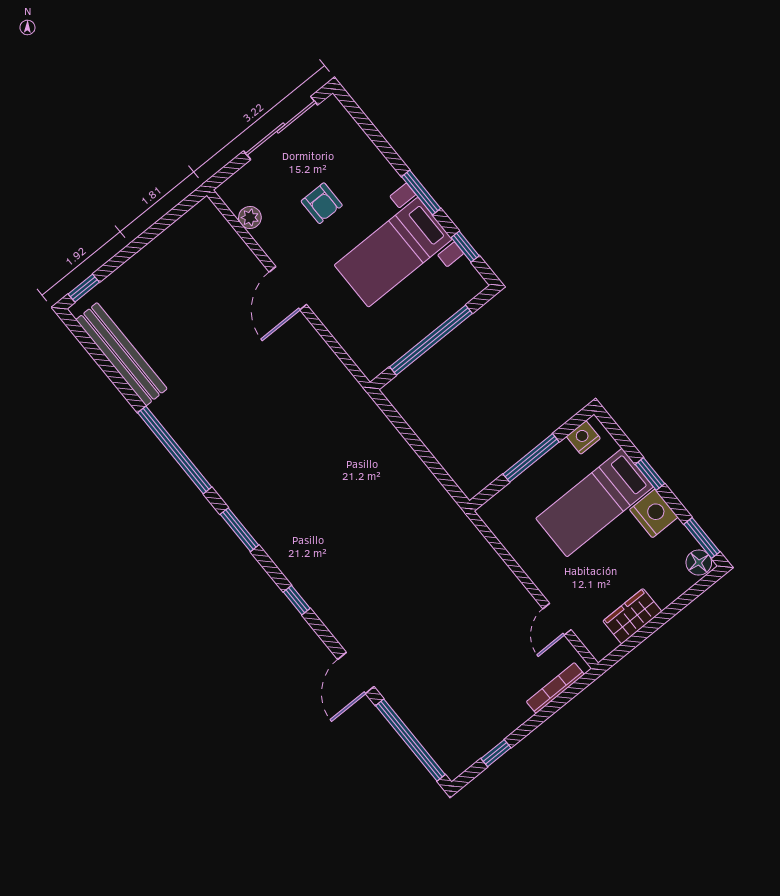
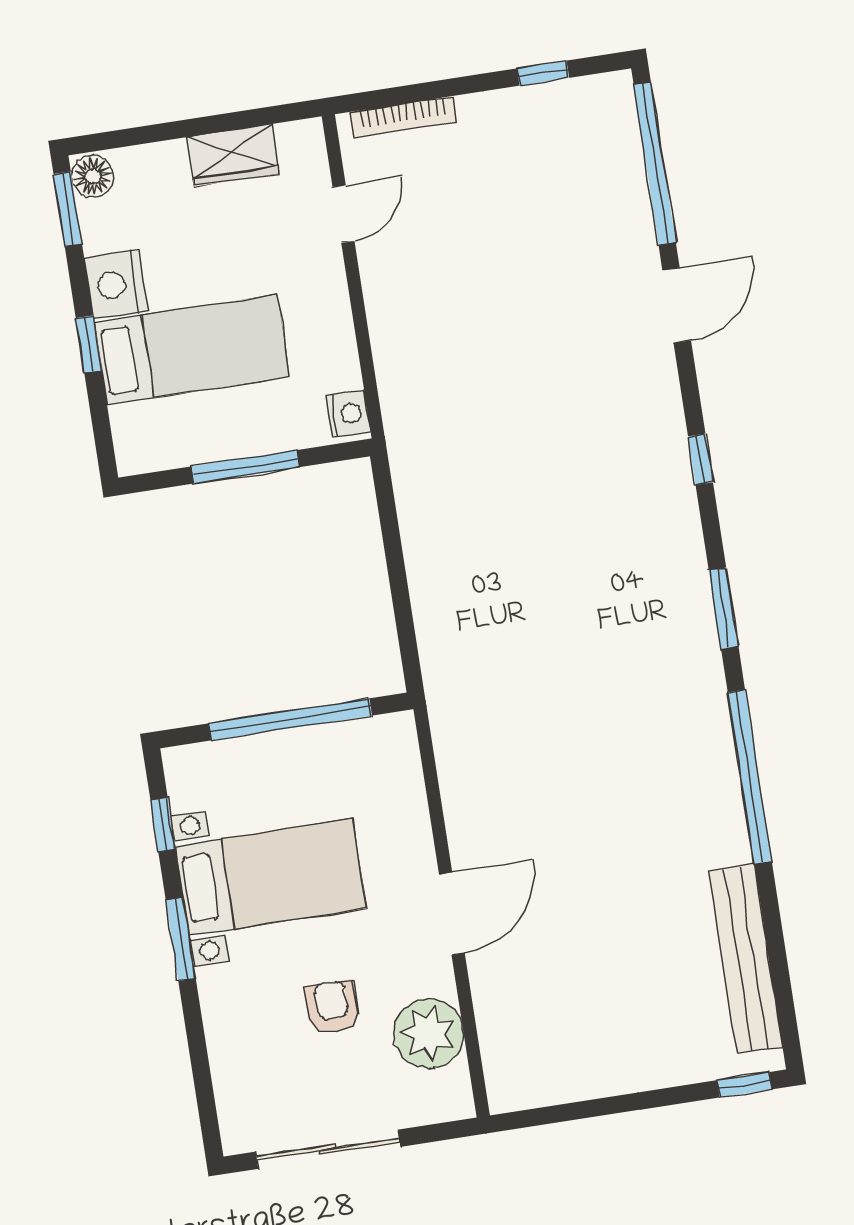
plant: (250, 217) -> (429, 1033), width x1.87, depth x1.87
nightstand: (583, 437) -> (348, 414), moved, turned -90

